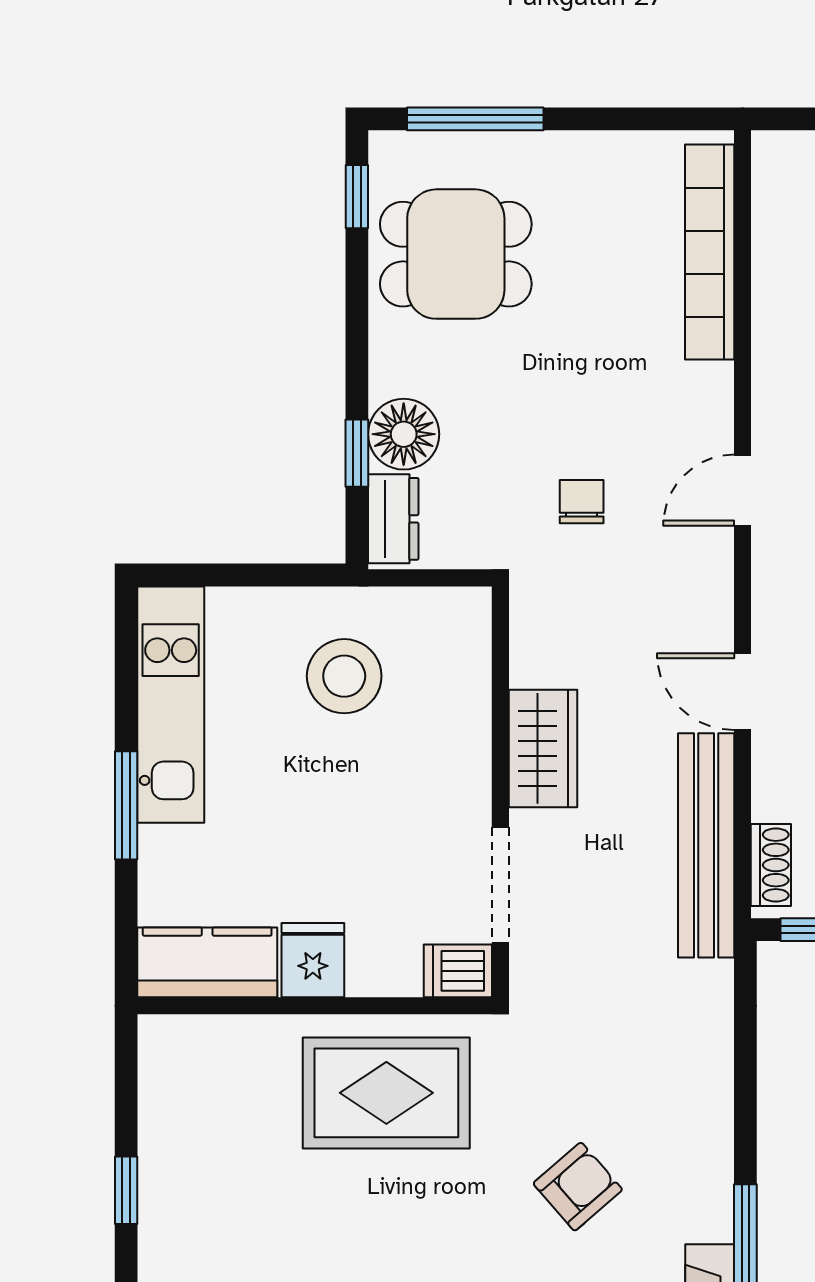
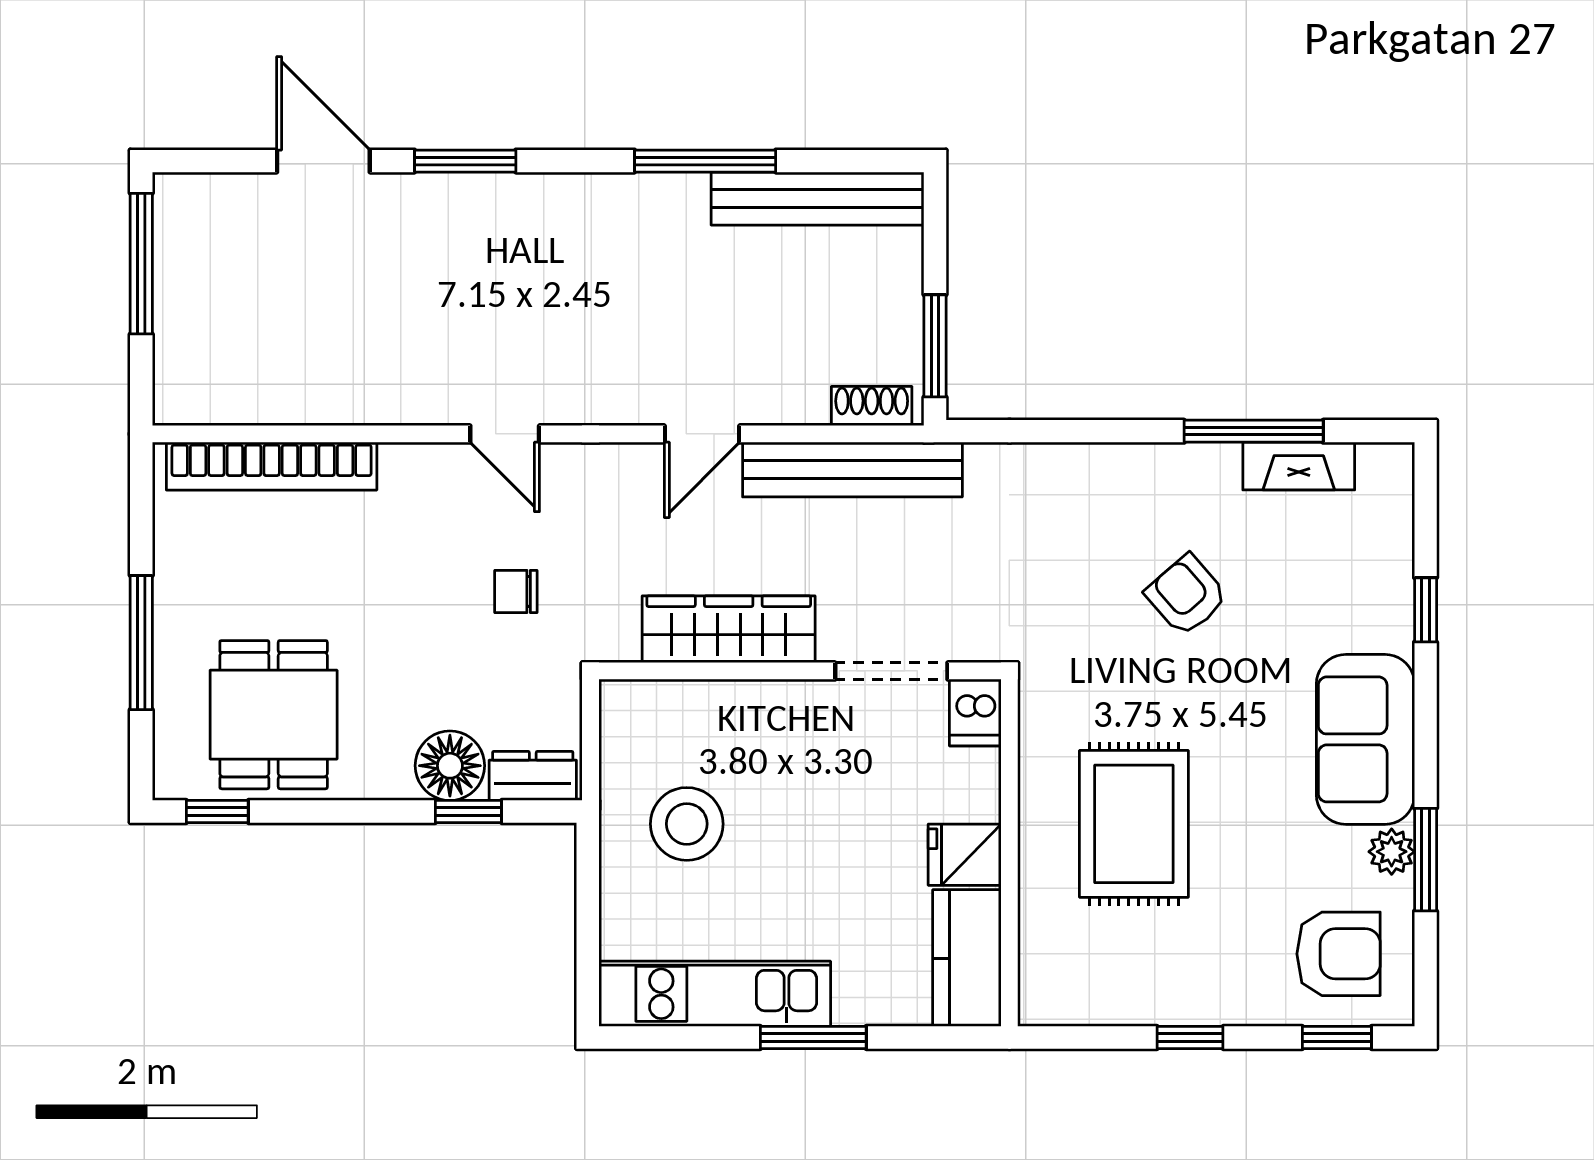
window: (475, 119) -> (141, 643), moved
wardrobe: (543, 748) -> (729, 629), width x1.50
rug: (386, 1093) -> (1134, 824), moved

